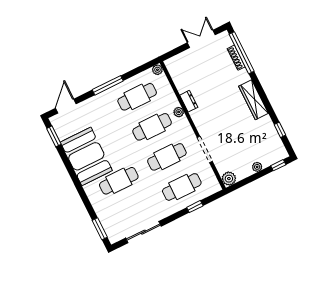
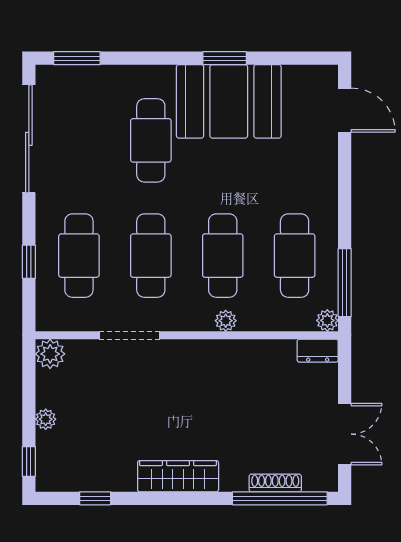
window: (108, 85) -> (345, 283), moved
dresser: (189, 101) -> (318, 351), moved
window: (54, 136) -> (225, 58), moved
sliding door: (143, 232) -> (29, 139), width x1.36

